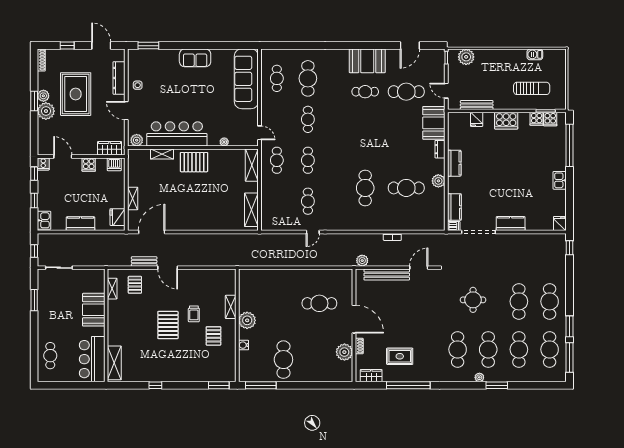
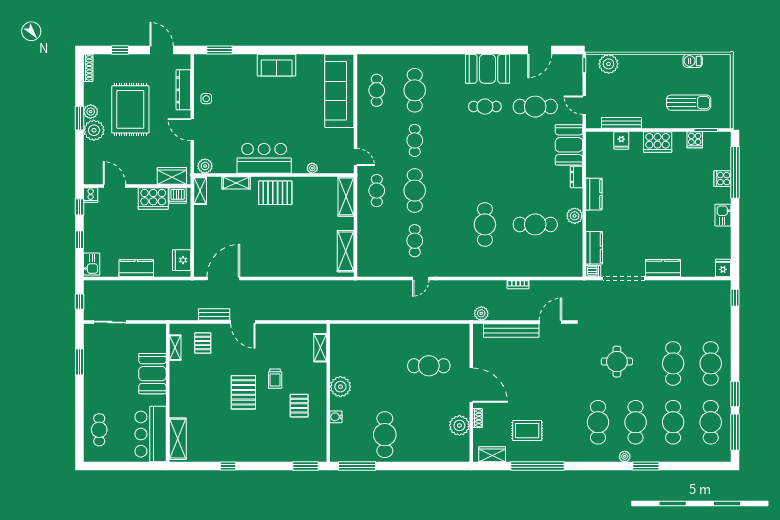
cooker: (550, 119) -> (723, 179), moved, turned 90
bar counter: (177, 134) -> (264, 158), width x0.73
cafe table: (308, 160) -> (415, 191), width x1.37, depth x1.35
cooker: (89, 165) -> (153, 198), width x1.87, depth x1.31
shelving: (133, 198) -> (200, 191), moved
shelving: (231, 307) -> (320, 348), moved

